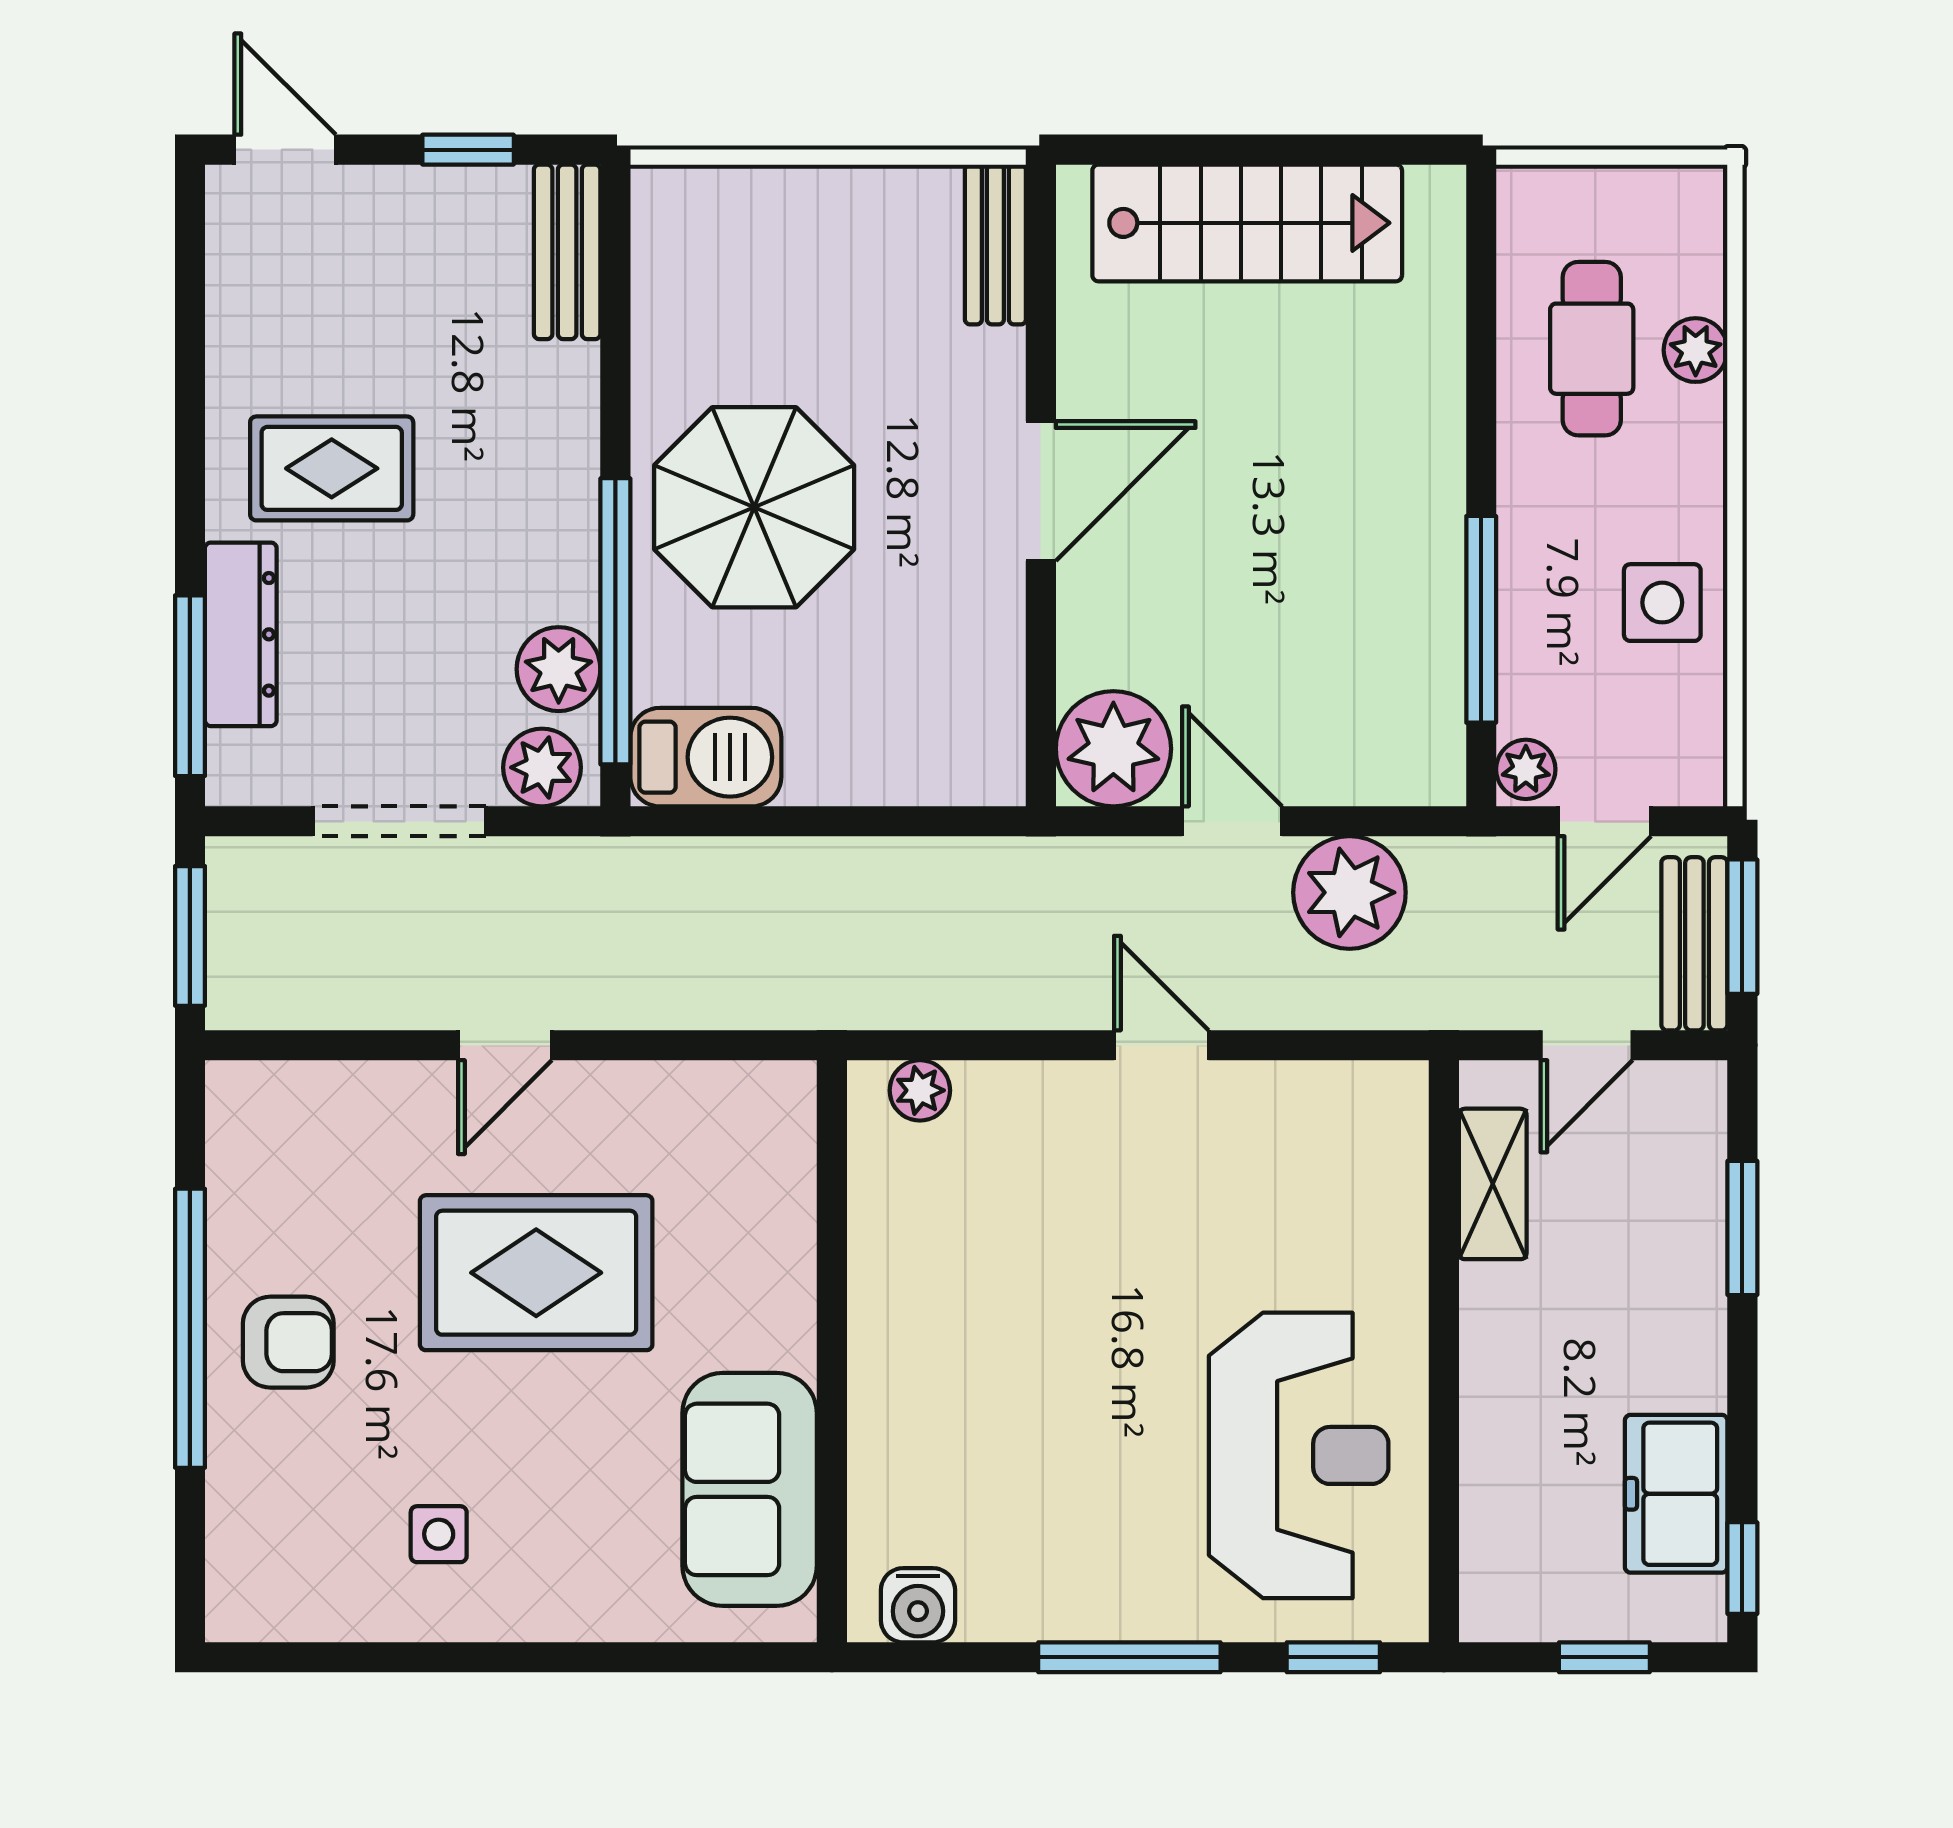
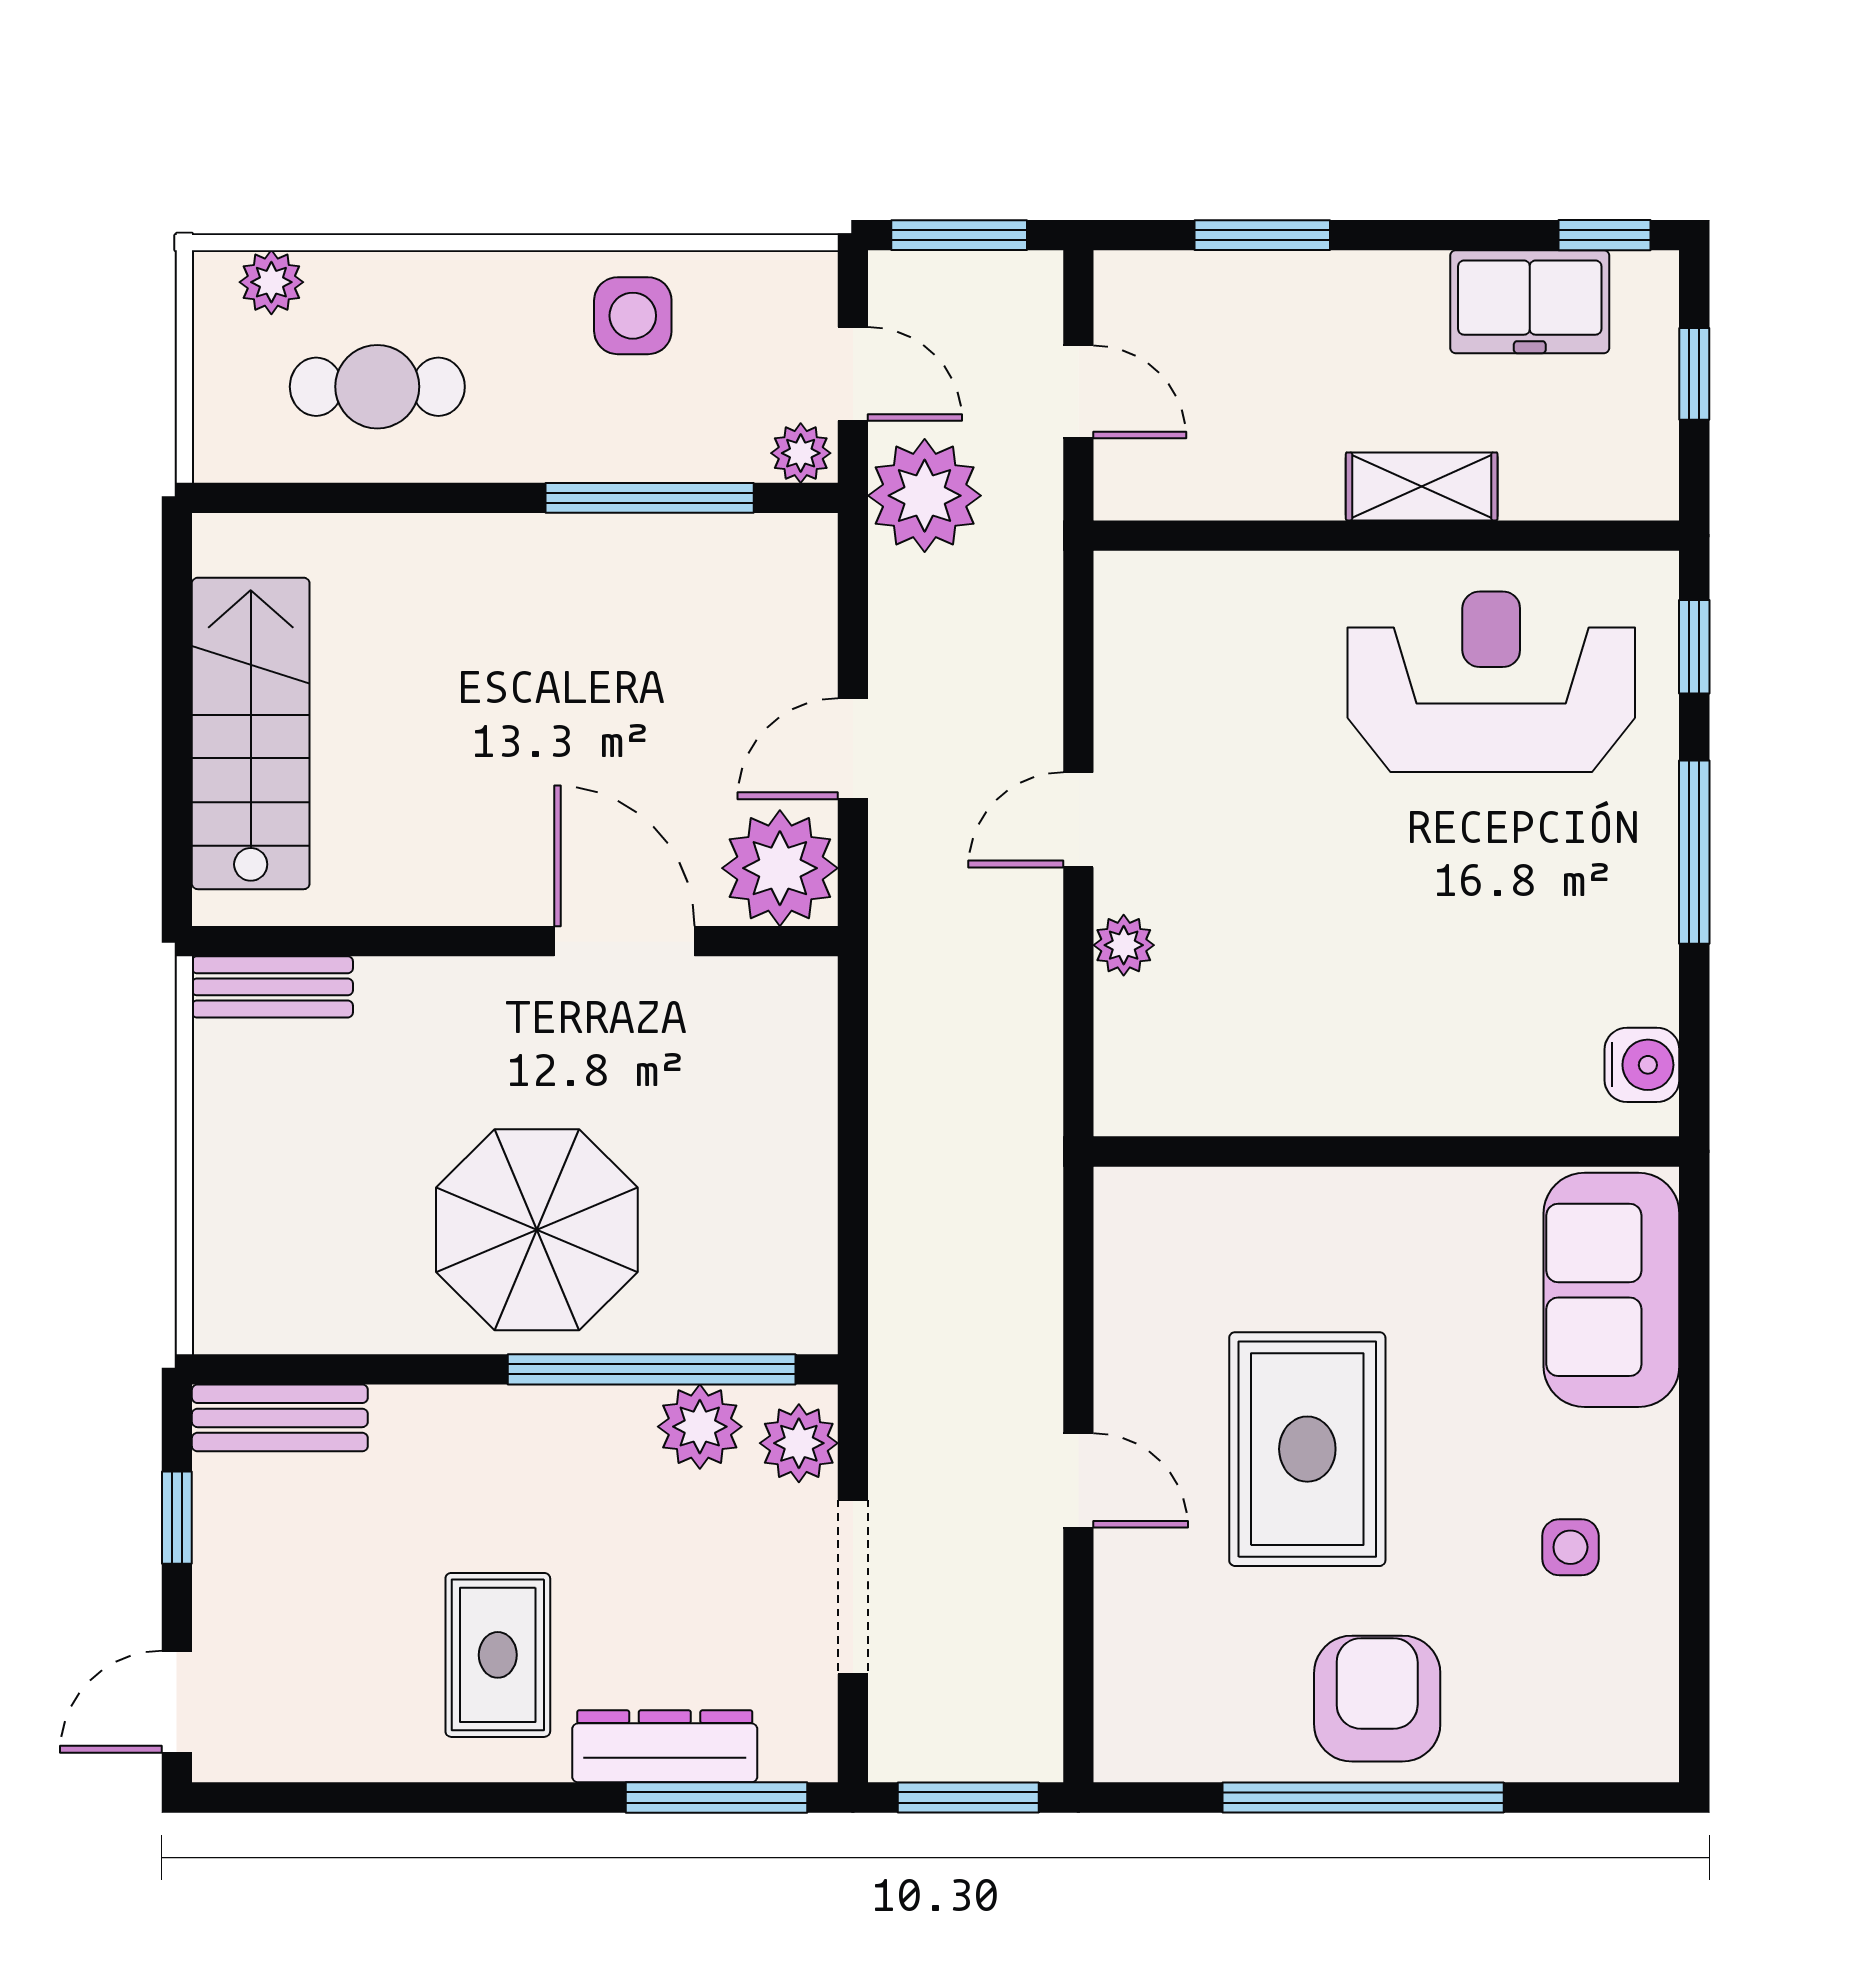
plant: (1696, 350) -> (271, 282), moved
door: (1041, 491) -> (624, 941), moved
barbecue: (706, 757) -> (788, 1278), removed
plant: (1349, 892) -> (925, 496), moved
bench: (1694, 944) -> (976, 283), removed
plant: (920, 1090) -> (1124, 945), moved
shelving: (1493, 1184) -> (1422, 486), moved
armchair: (288, 1342) -> (1377, 1699), width x1.38, depth x1.38
sofa: (750, 1489) -> (1611, 1290), moved, turned 90

